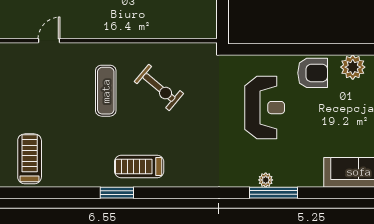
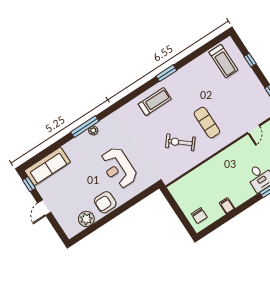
treadmill: (139, 167) -> (155, 102), moved

